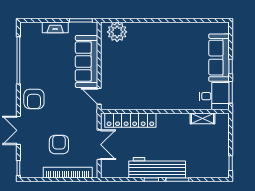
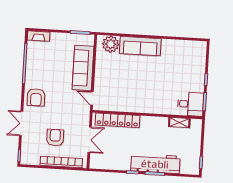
fireplace: (55, 27) -> (39, 36), moved
sofa: (219, 58) -> (140, 46), moved, turned -90
workbench: (157, 168) -> (155, 164), moved

